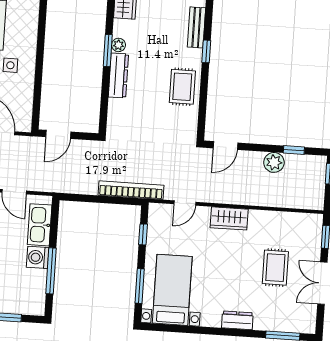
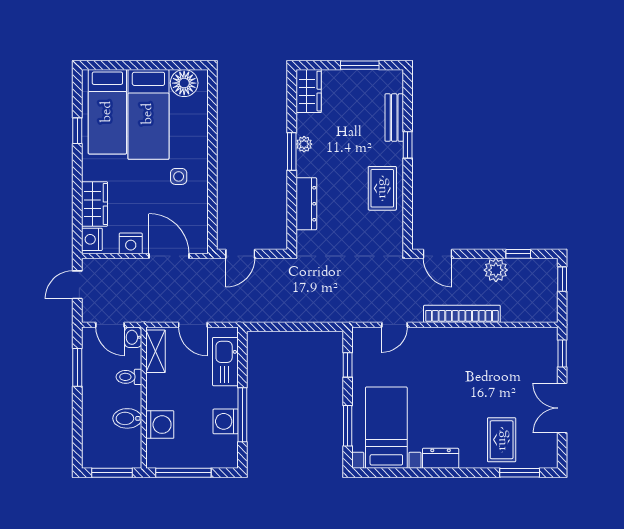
dresser: (118, 75) -> (306, 204), moved
door: (225, 145) -> (437, 254), hinge flipped
bookcase: (131, 190) -> (462, 314), moved
wardrobe: (229, 218) -> (448, 339), removed
washing machine: (38, 257) -> (226, 421), moved
rug: (275, 268) -> (502, 440), moved
dresser: (237, 320) -> (441, 458), moved

